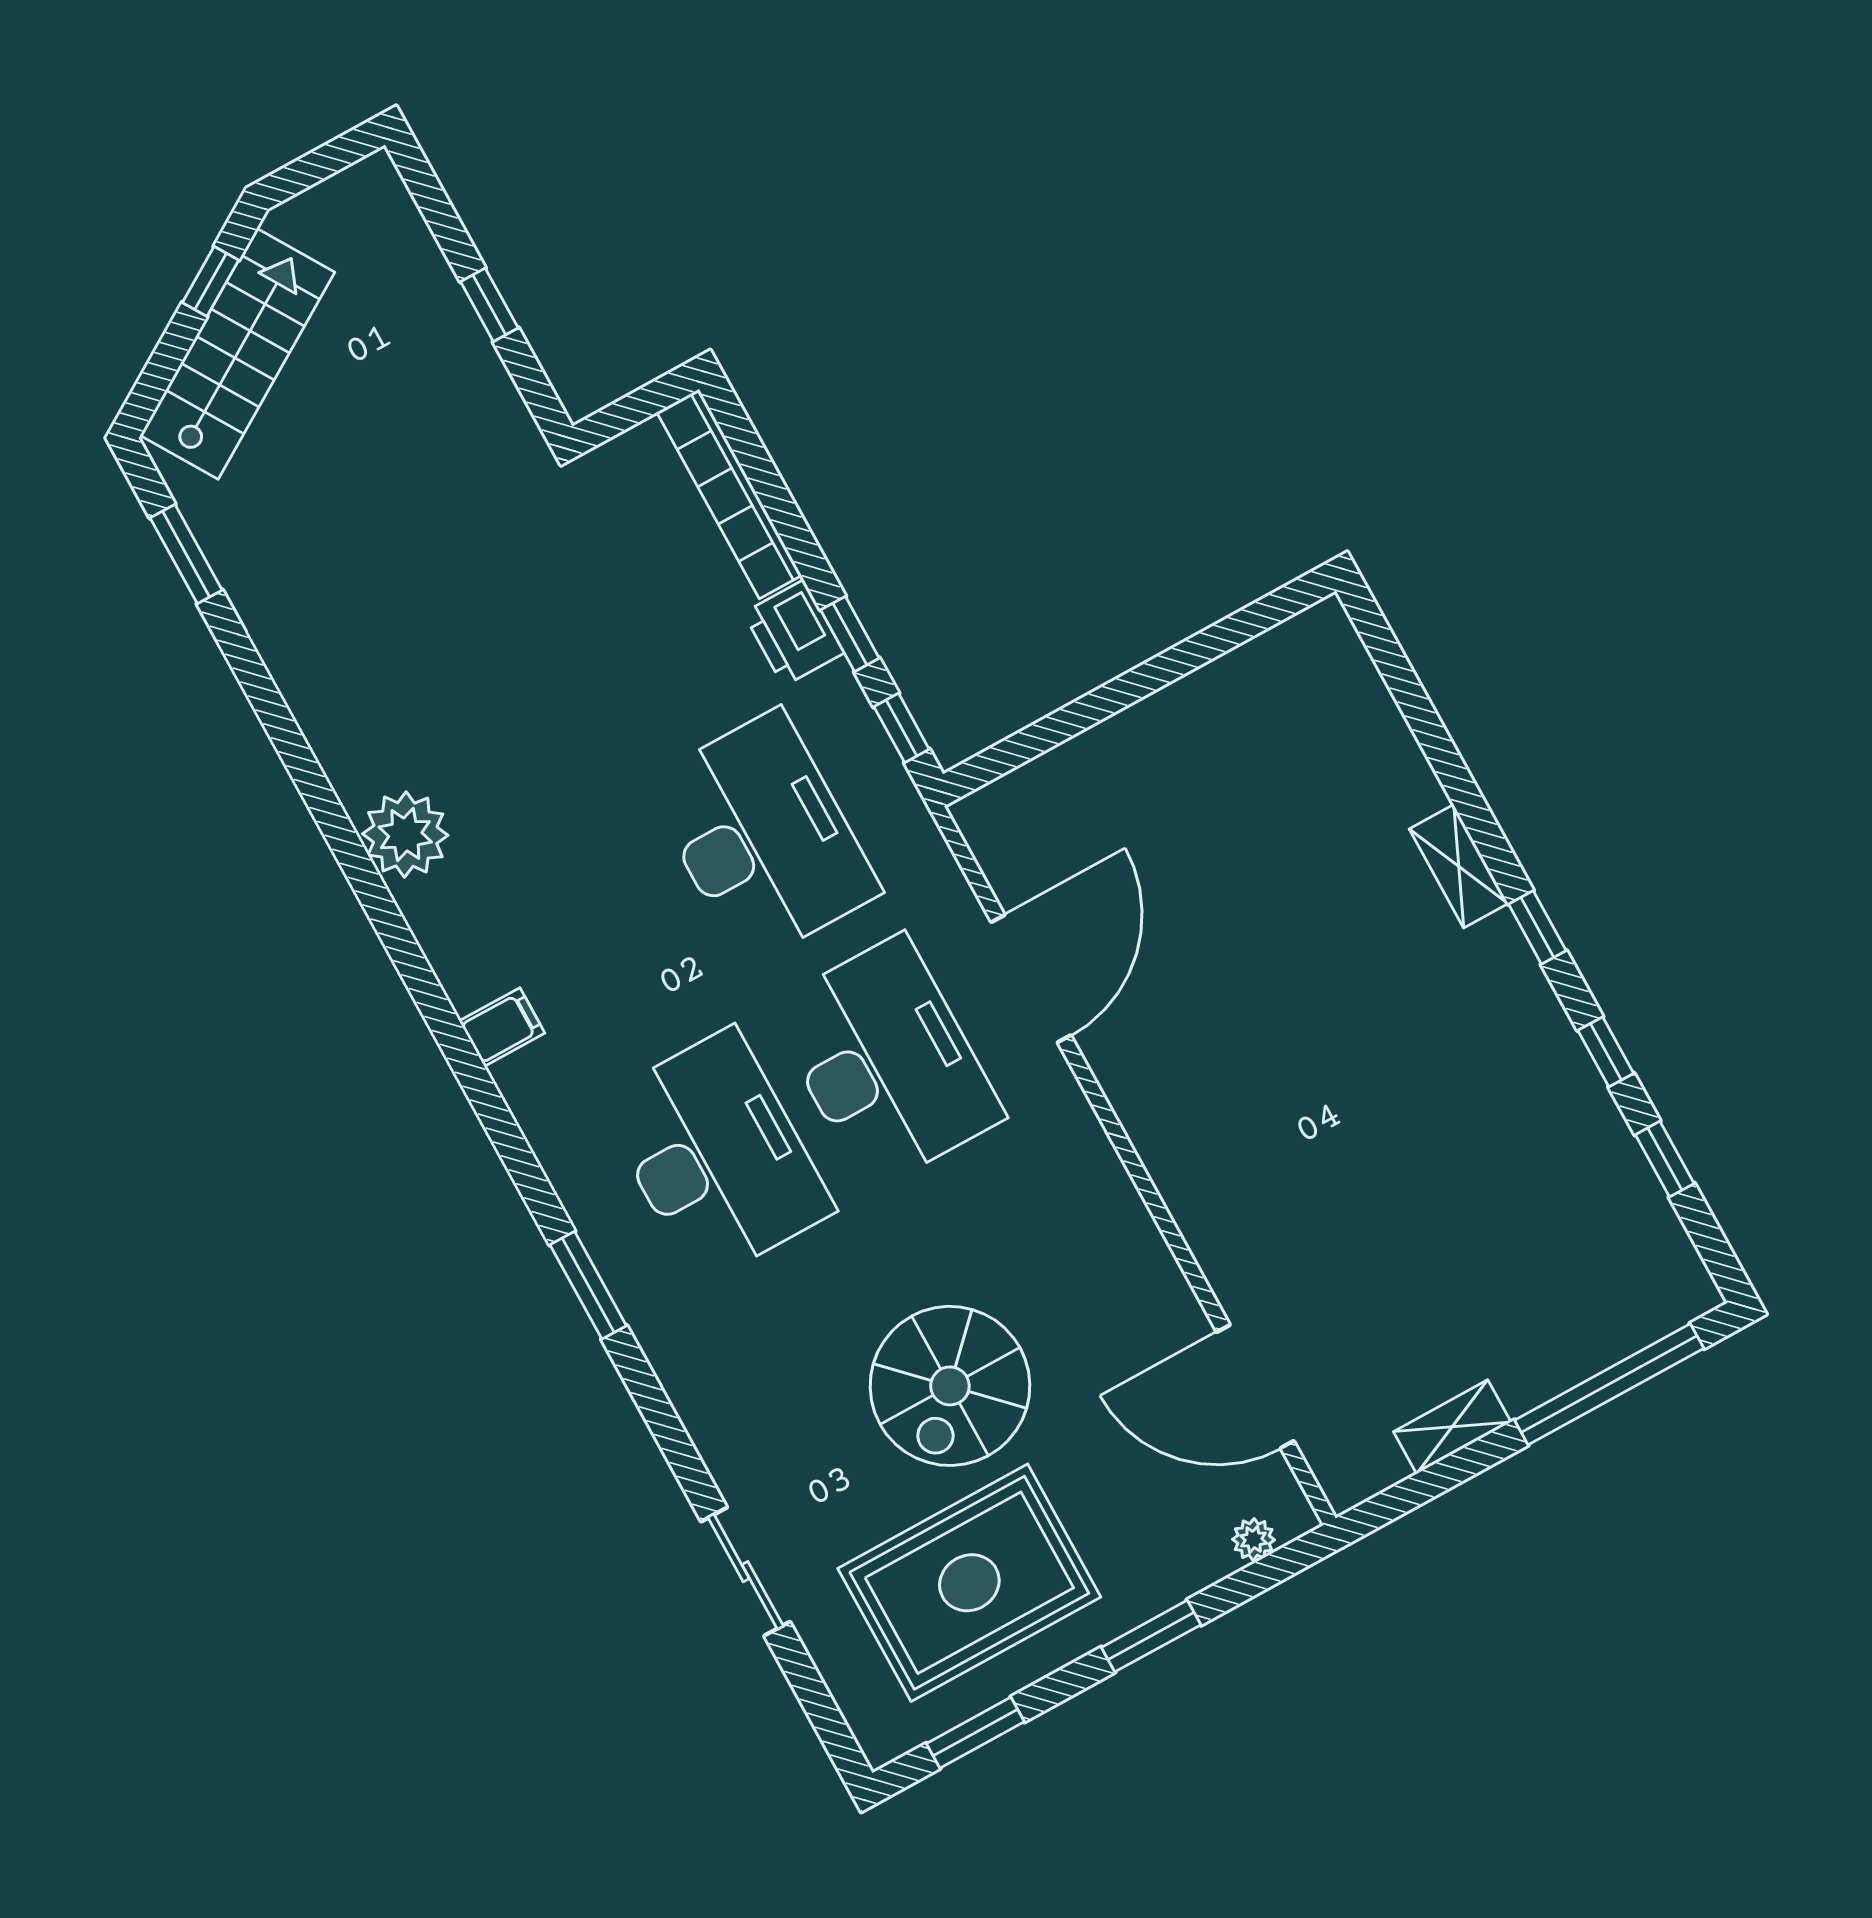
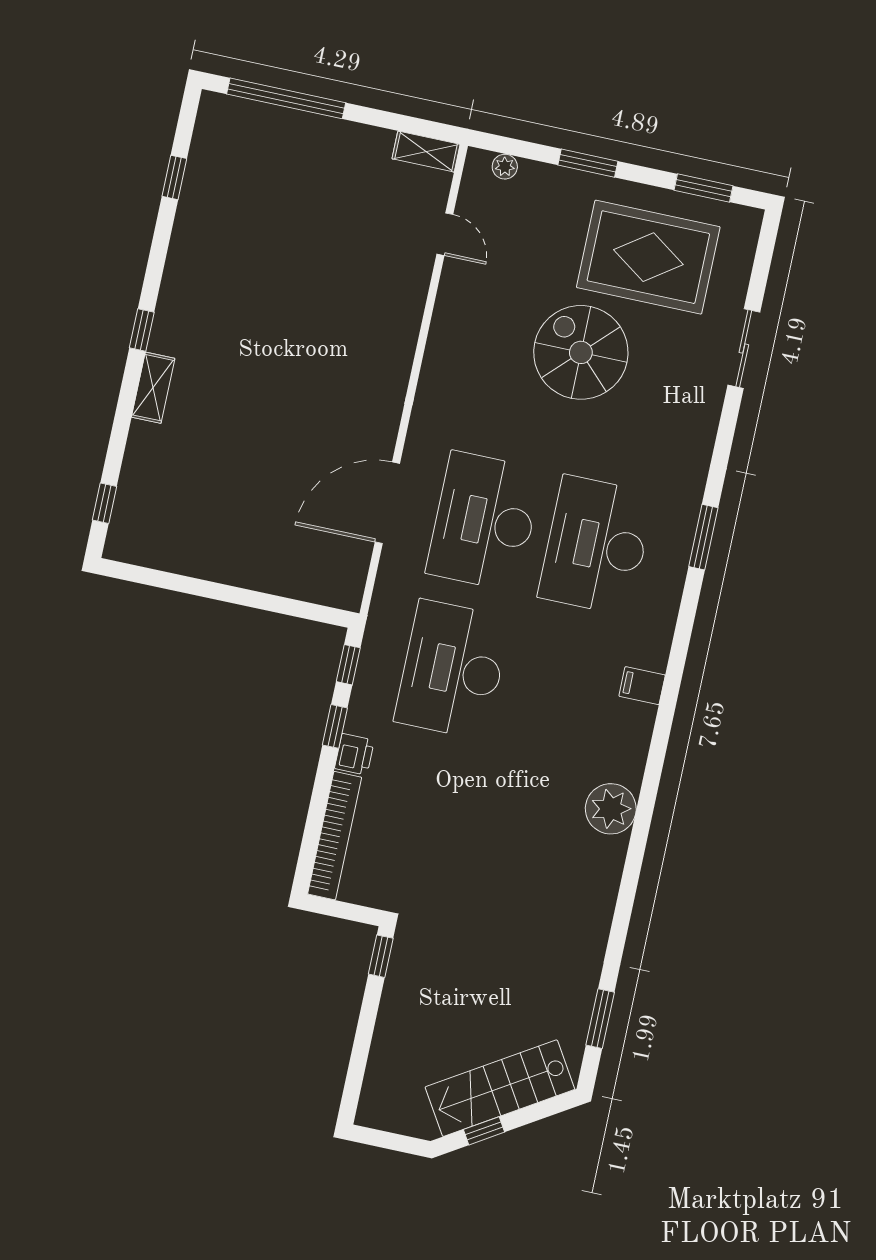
window: (489, 305) -> (381, 956), moved
printer: (794, 633) -> (354, 754), width x0.73, depth x0.81
window: (1606, 1052) -> (105, 503), moved
spiral stairs: (950, 1386) -> (581, 352), turned -90
door: (1255, 1386) -> (445, 234), width x0.53
shelving: (1452, 1427) -> (426, 152), moved

